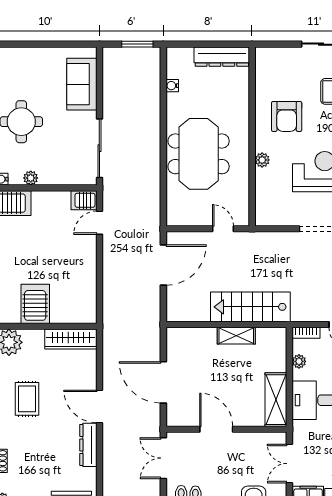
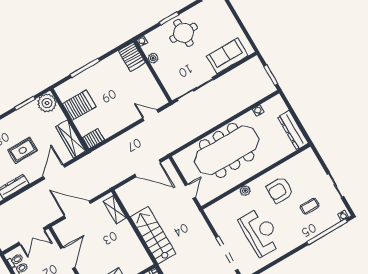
meeting table: (199, 154) -> (227, 150), width x1.36
server rack: (84, 200) -> (93, 139), moved, turned 90
shelving: (236, 336) -> (115, 210), moved
door: (163, 382) -> (77, 210), hinge flipped
rug: (27, 399) -> (23, 150), moved
door: (99, 406) -> (54, 172), moved
double door: (163, 458) -> (32, 236), swing flipped

